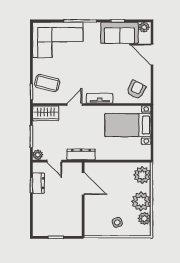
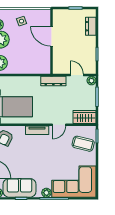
plant: (89, 27) -> (46, 193), added
dresser: (38, 183) -> (91, 26), moved
door: (83, 184) -> (52, 36), moved

